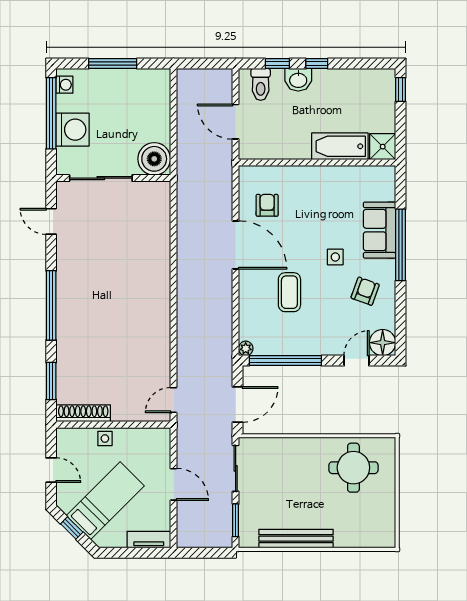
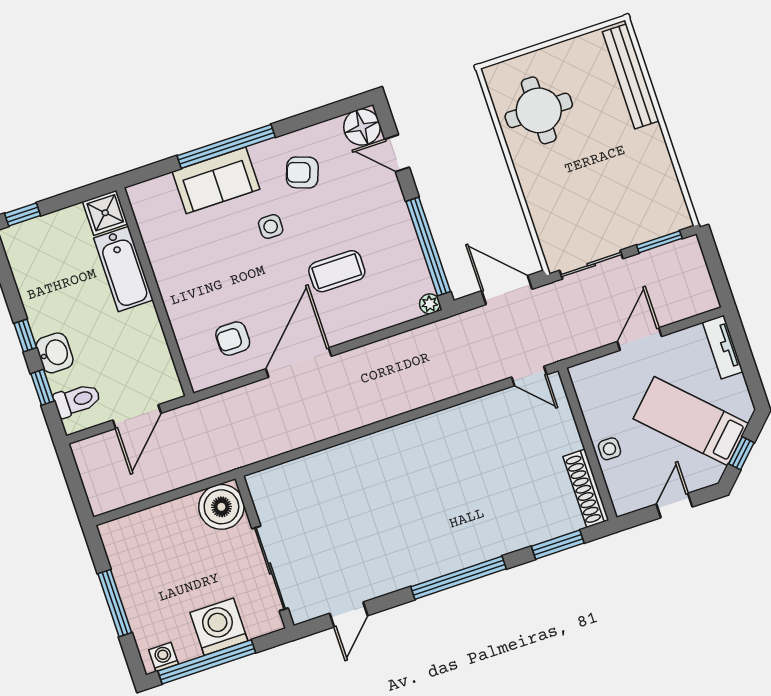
bench: (296, 539) -> (631, 76), moved

